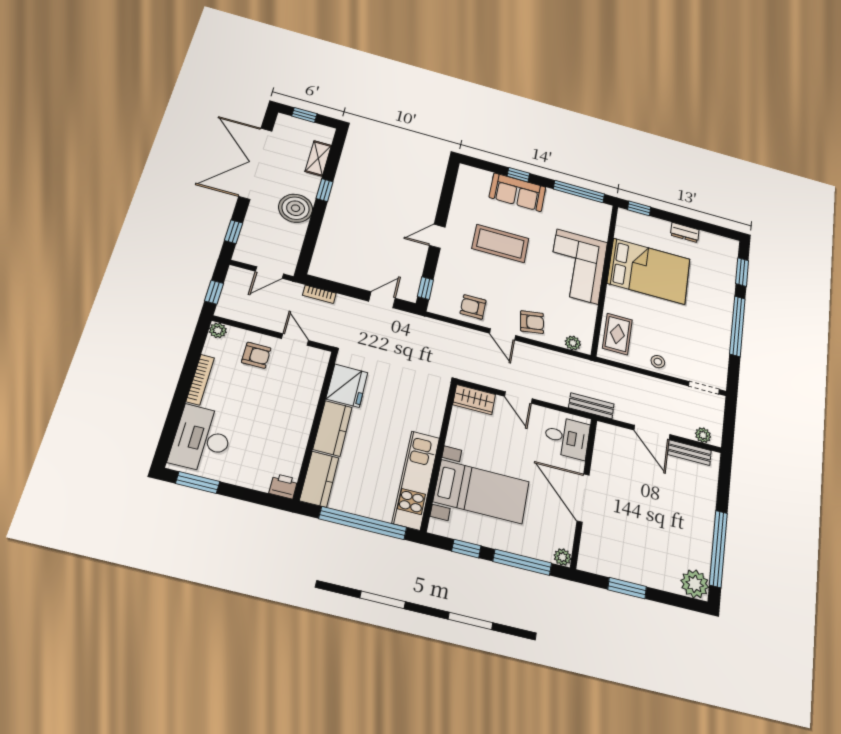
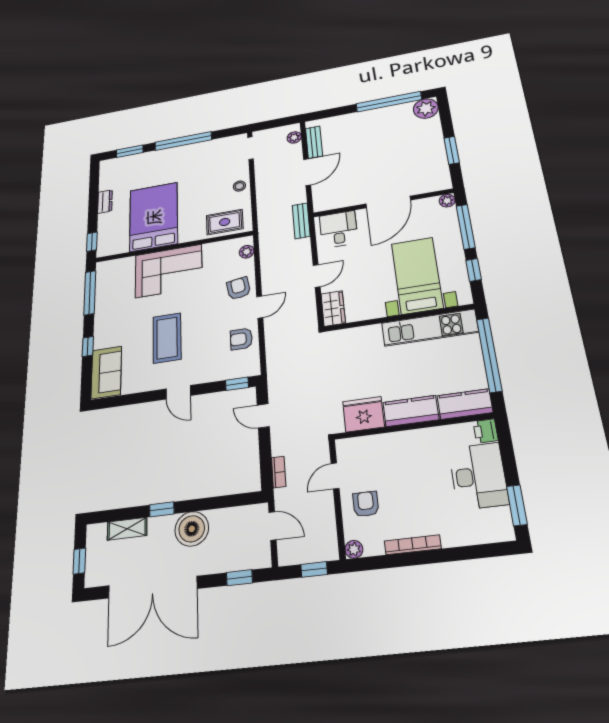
sofa: (517, 192) -> (106, 372), moved
armchair: (473, 307) -> (241, 339), turned 90
desk: (202, 439) -> (478, 476), moved, turned -90

